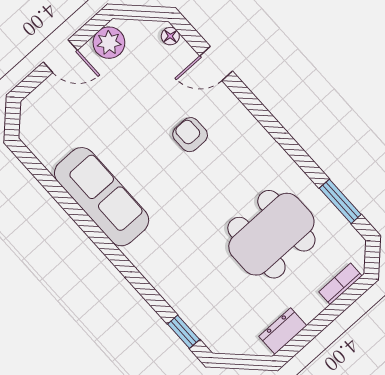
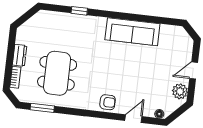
armchair: (190, 135) -> (108, 102), moved
dresser: (283, 331) -> (20, 55), moved
window: (184, 332) -> (79, 11), moved

